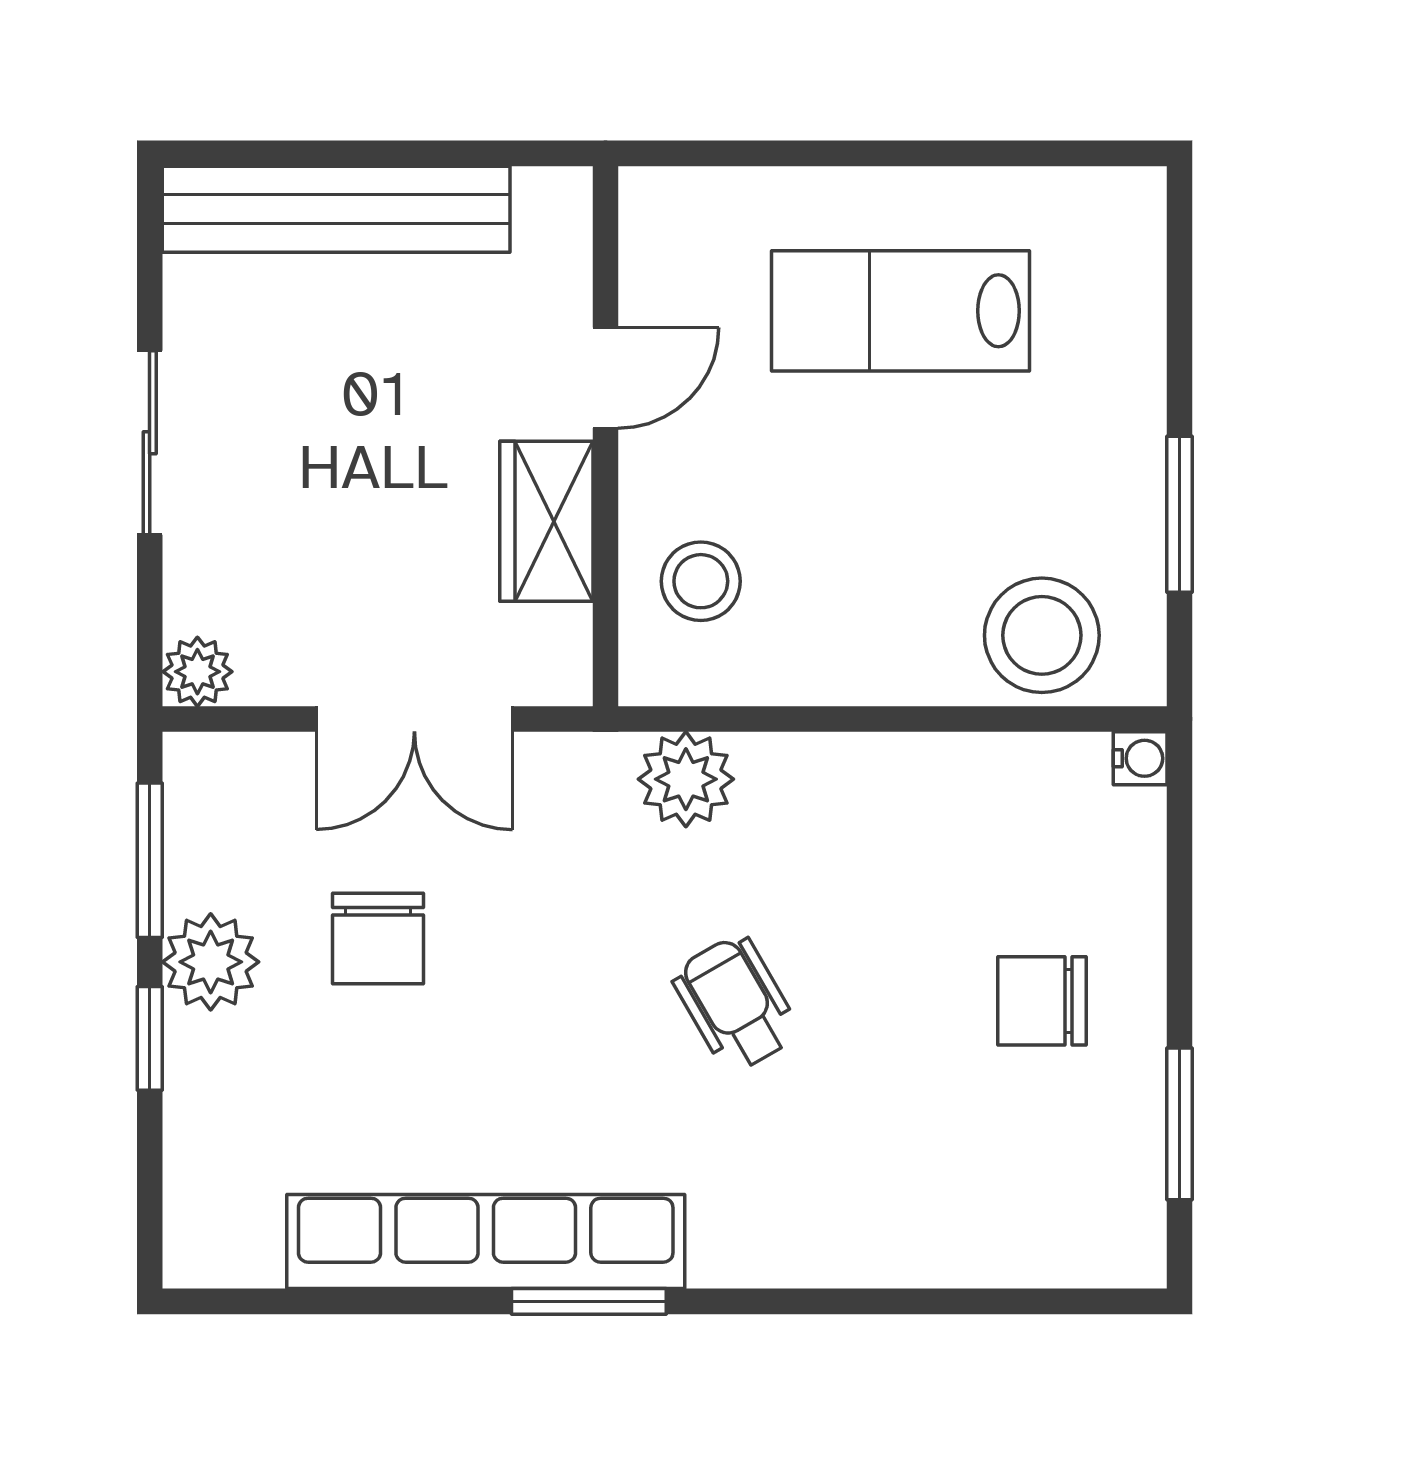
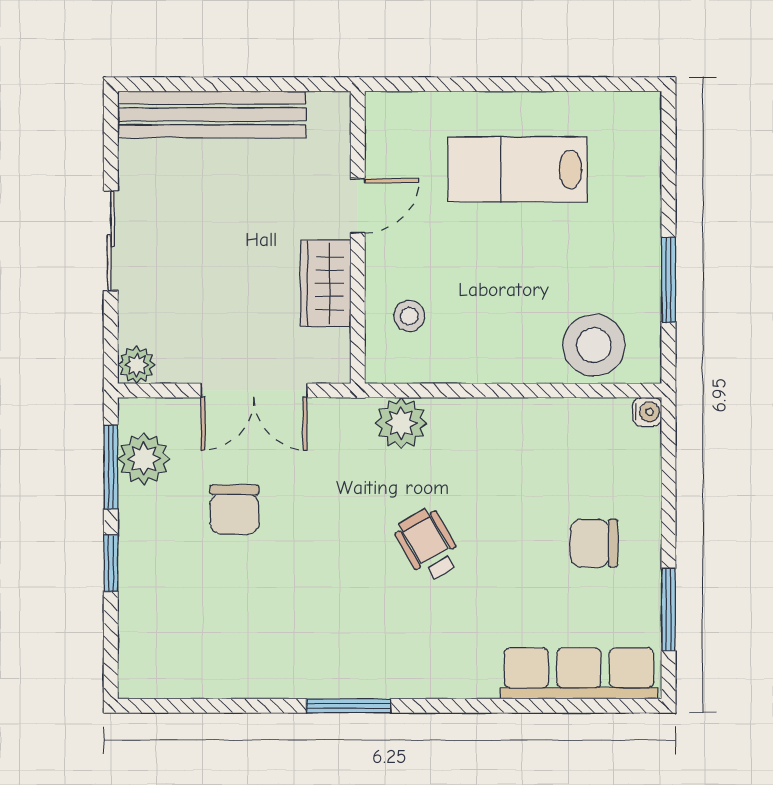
stool: (701, 581) -> (409, 316), width x0.73, depth x0.73
plant: (211, 962) -> (144, 459), moved
row of seats: (486, 1242) -> (579, 673), moved, width x0.73

